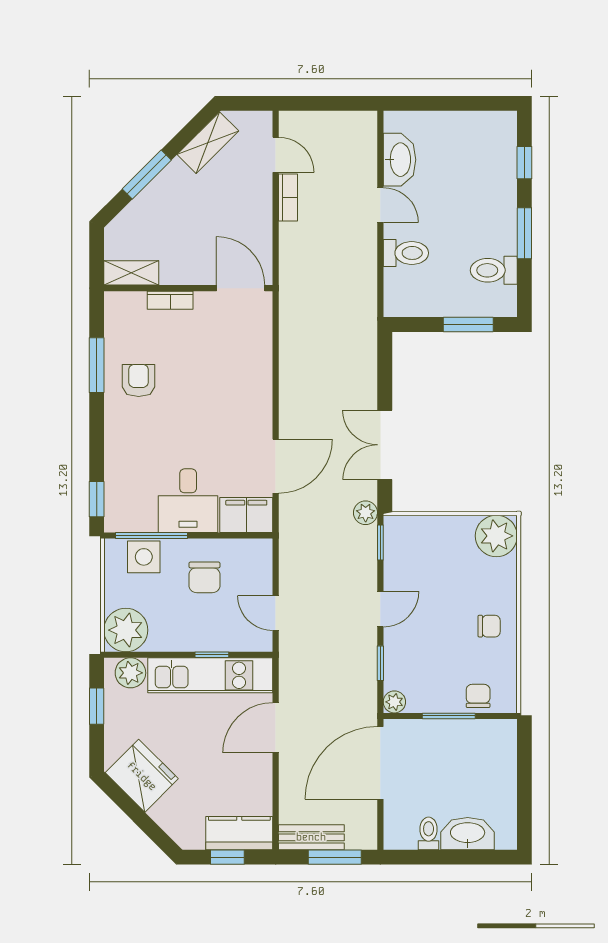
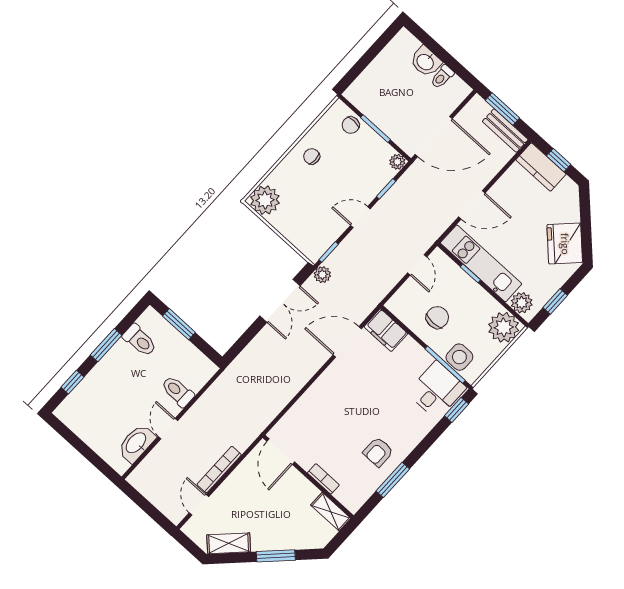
bookcase: (288, 198) -> (219, 470), width x1.56
desk: (188, 501) -> (437, 390), moved
washbasin: (468, 834) -> (426, 62), width x0.72

